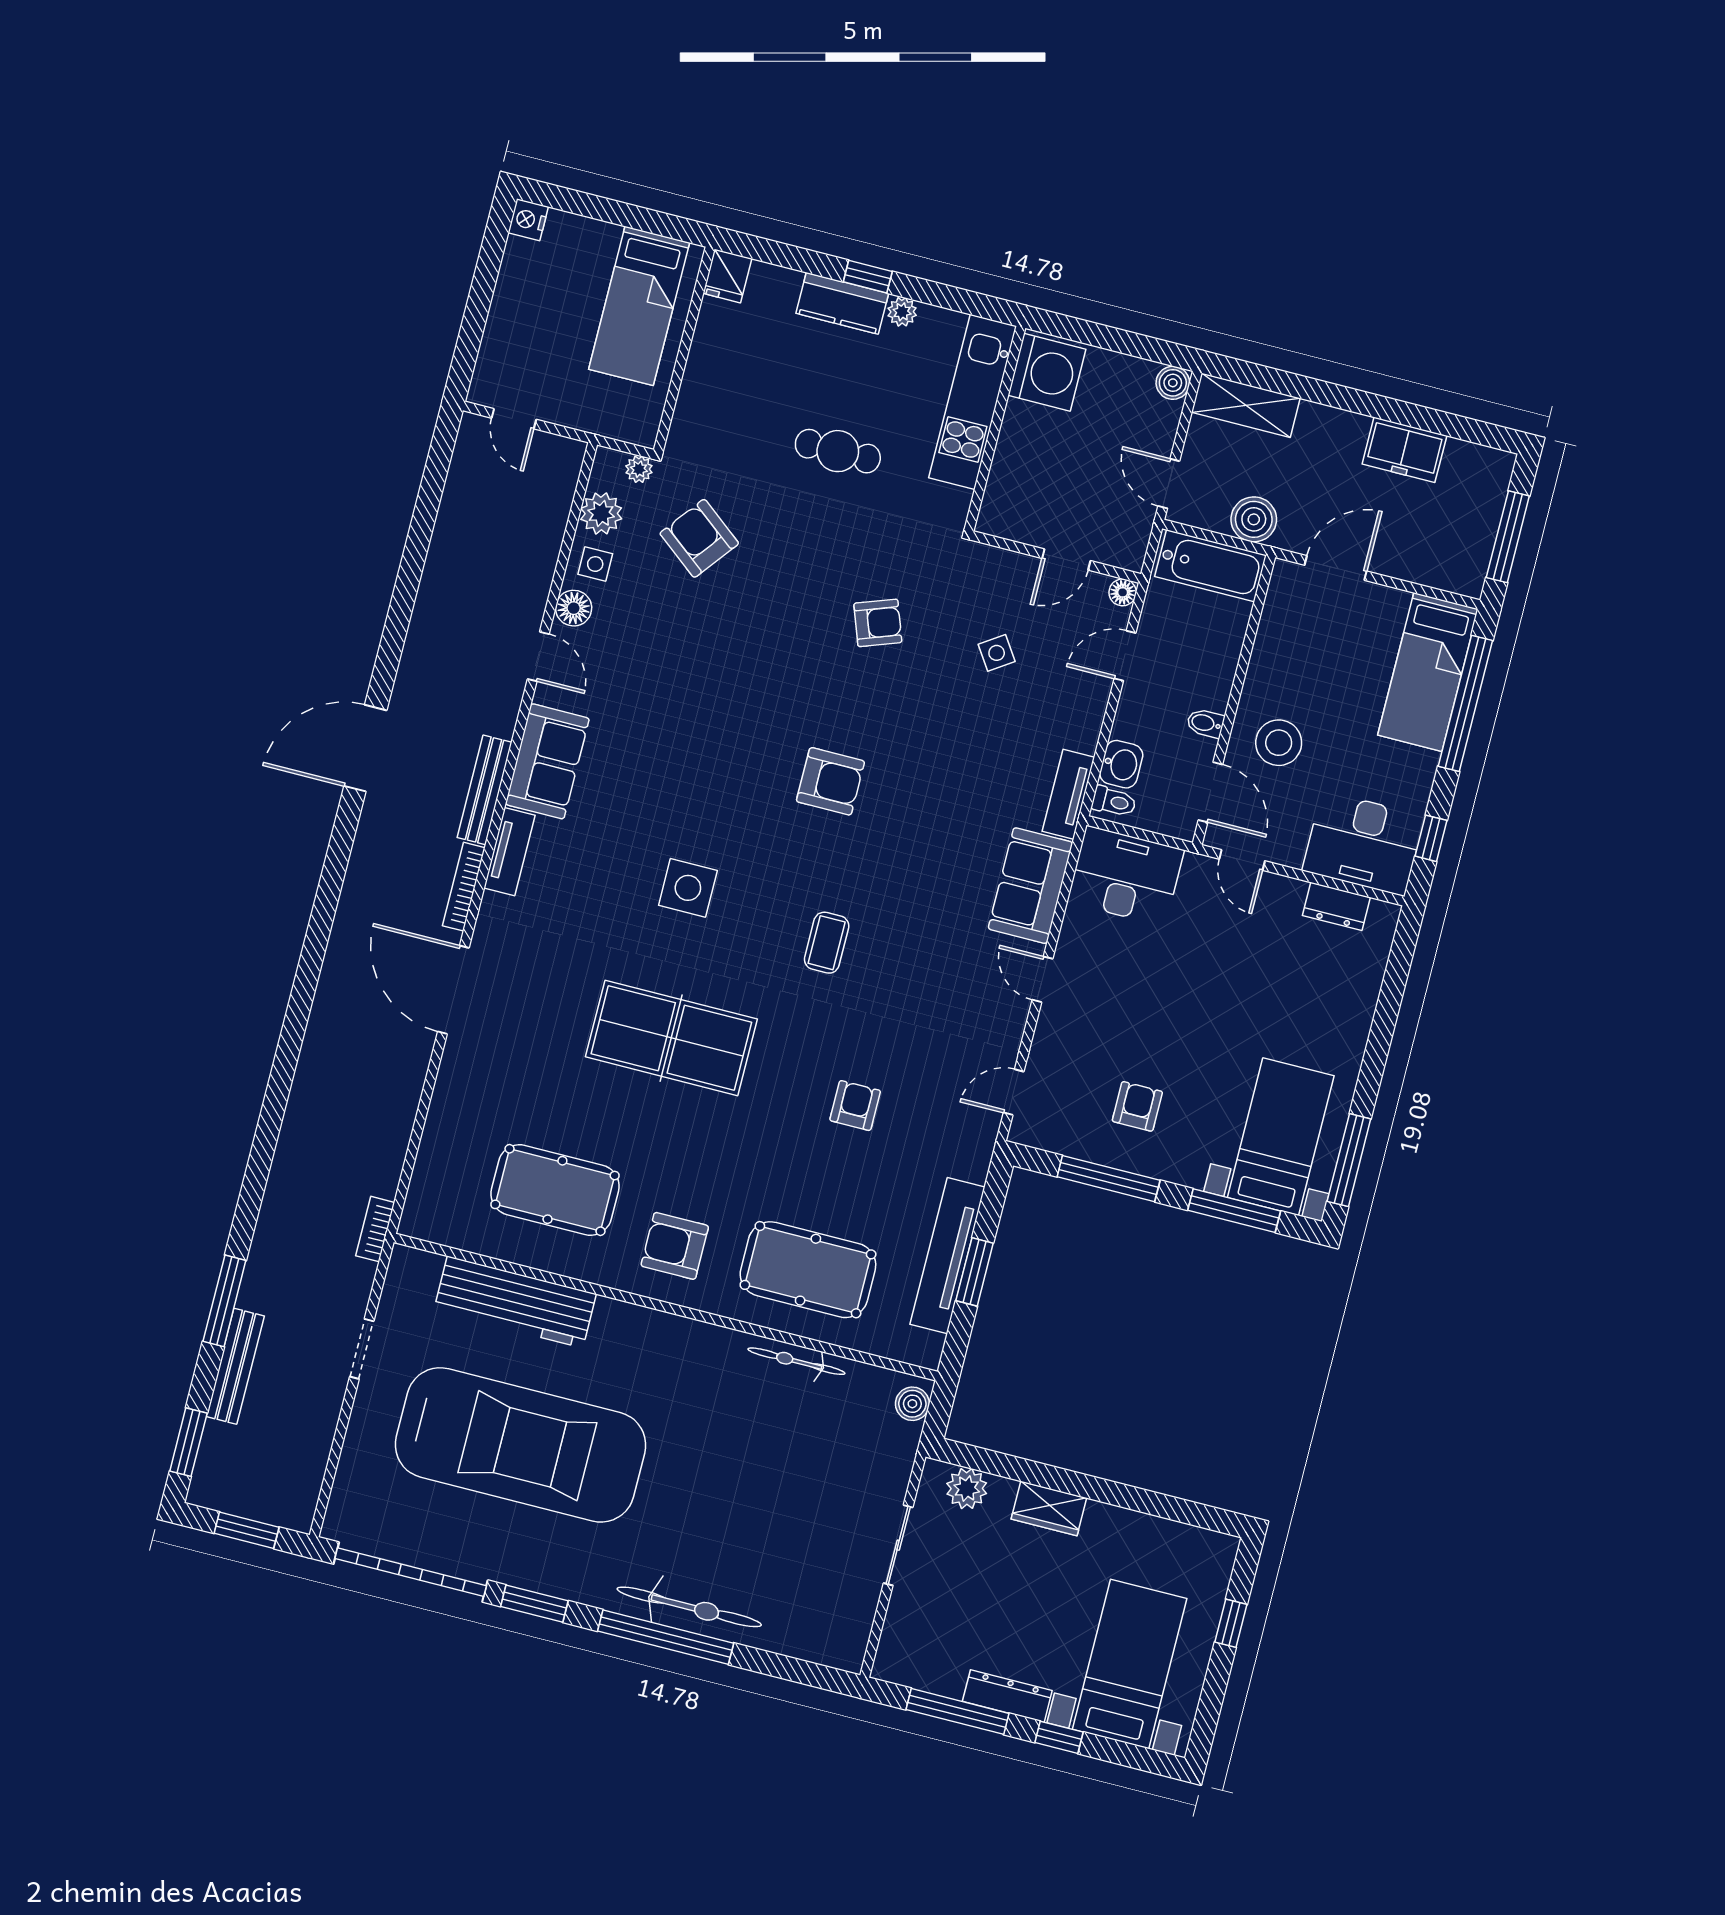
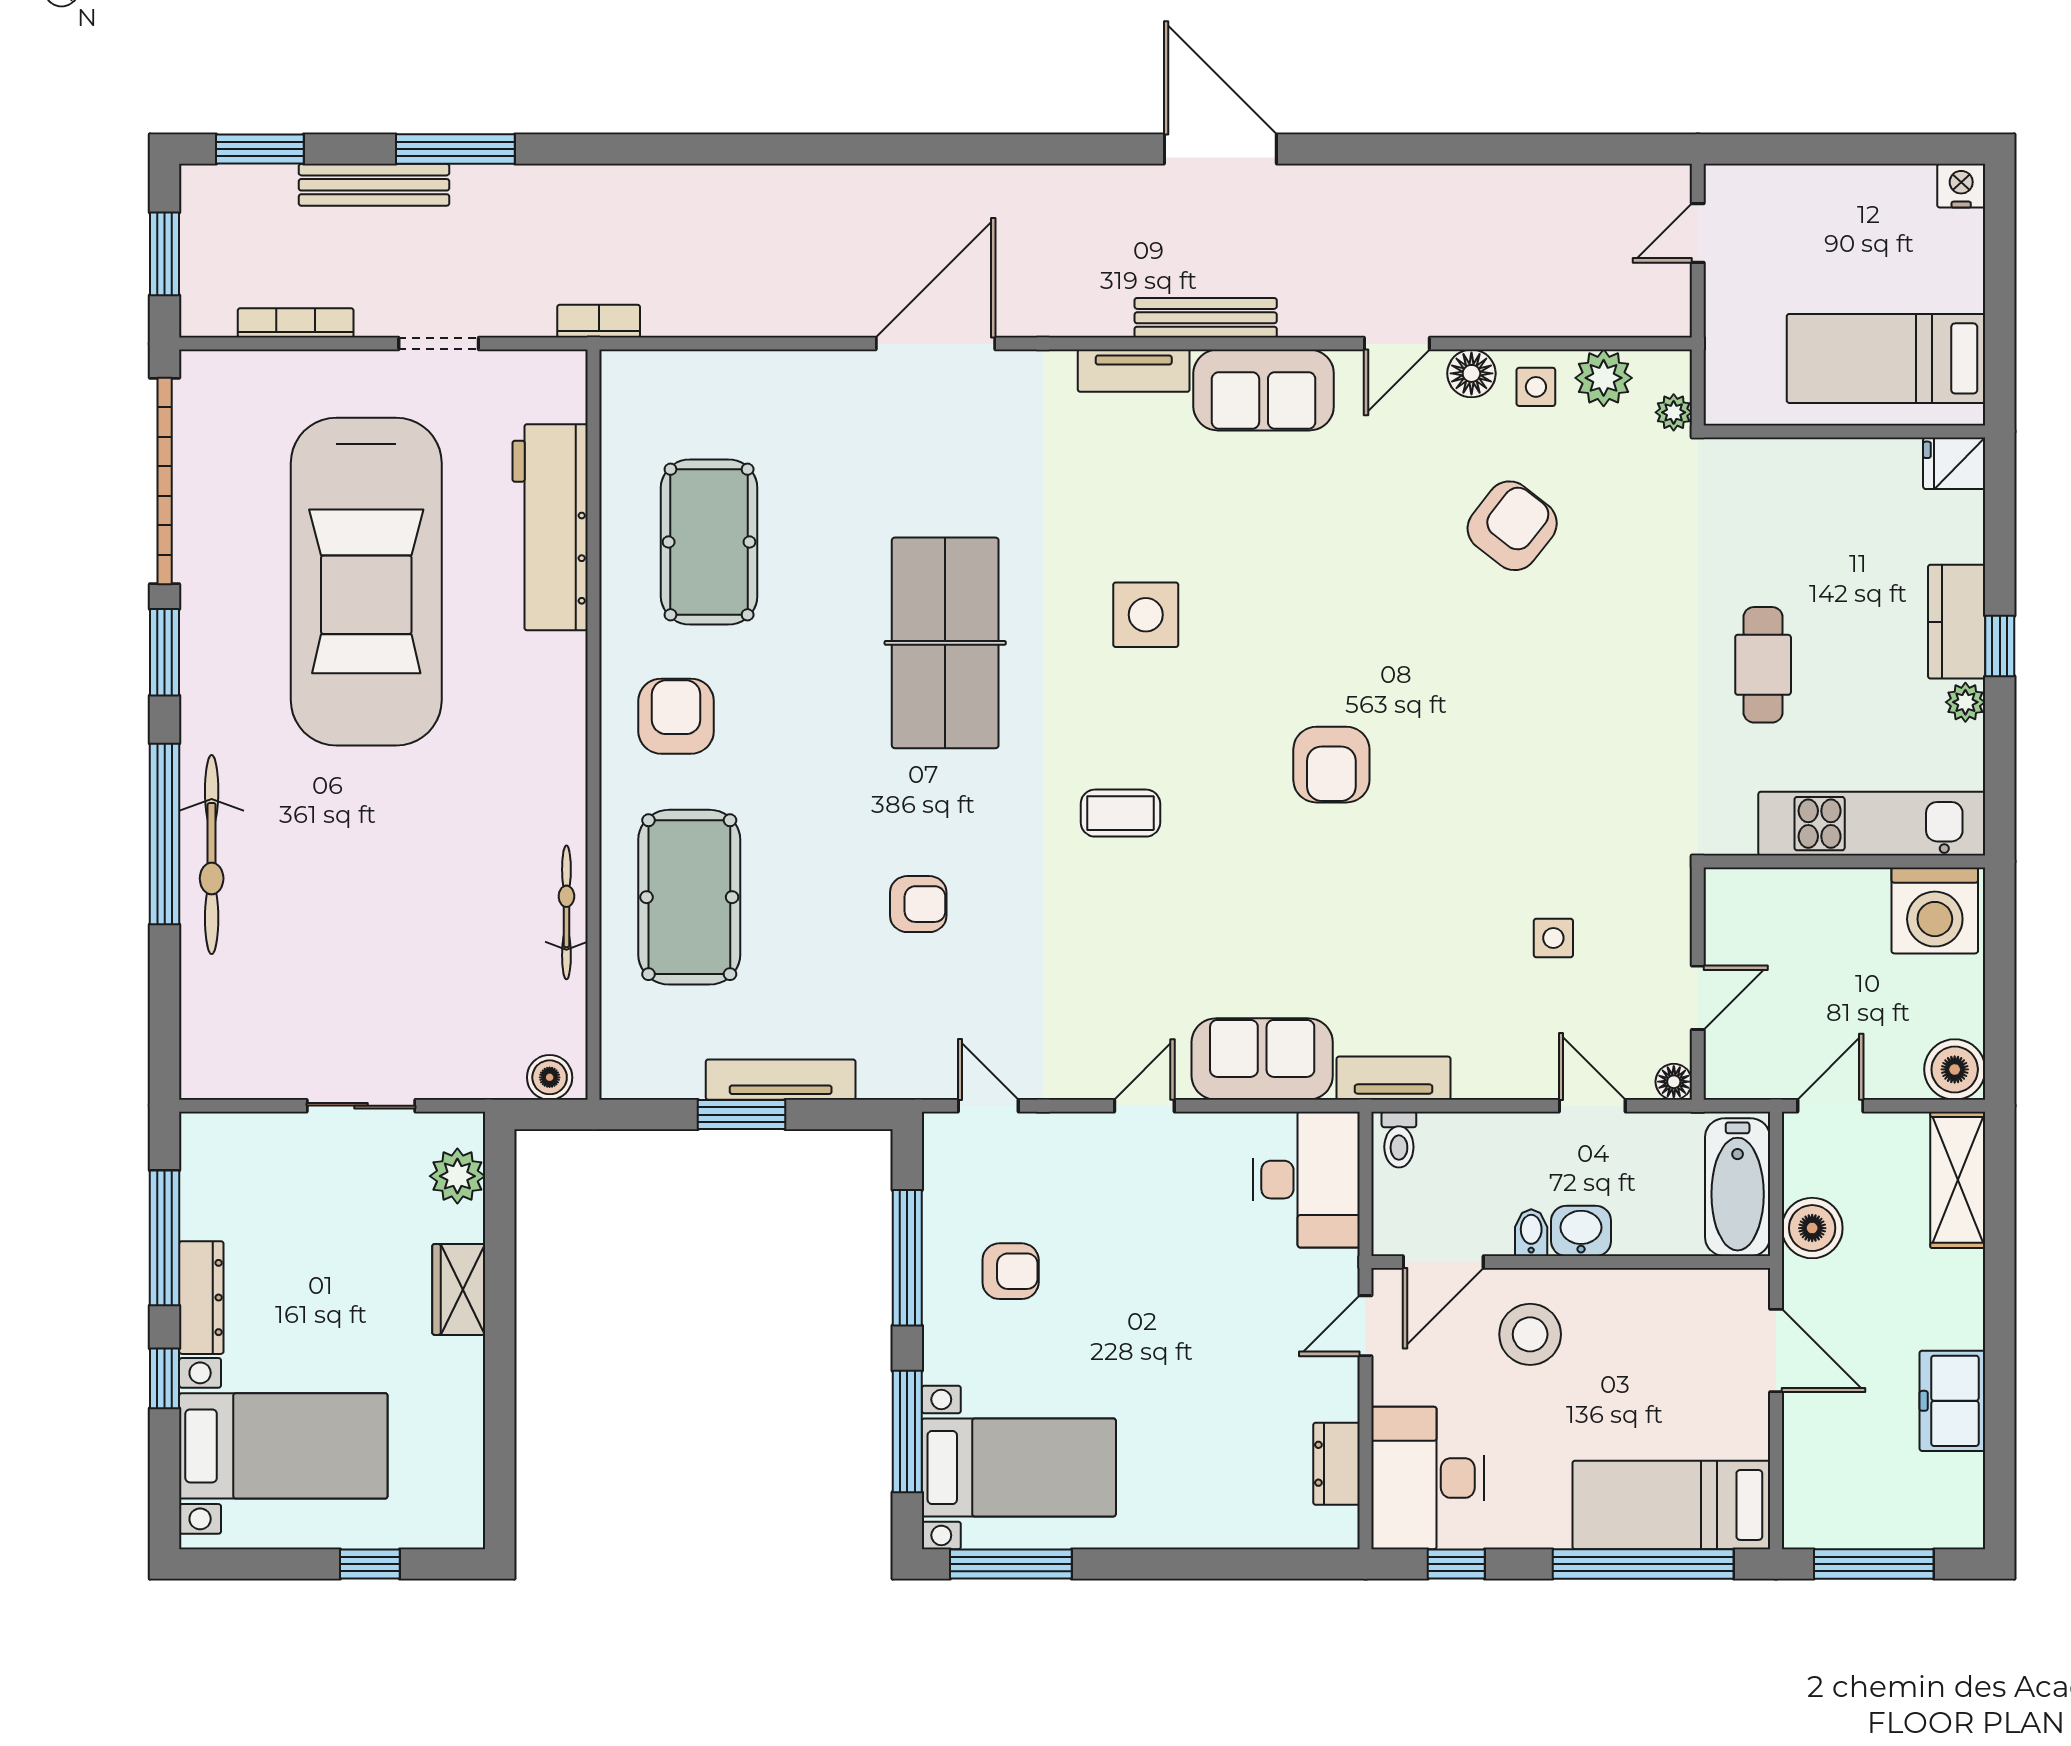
boiler: (1173, 383) -> (1955, 1069), width x1.36, depth x1.36
armchair: (699, 538) -> (1512, 526), moved
door: (1066, 560) -> (1698, 998), swing flipped
armchair: (878, 623) -> (1553, 774), removed
side table: (997, 653) -> (1553, 938), turned 34
washbasin: (1121, 764) -> (1581, 1231), moved, turned 180
bookcase: (464, 887) -> (296, 323), moved
tv unit: (947, 1256) -> (781, 1080), width x0.73, depth x0.78

